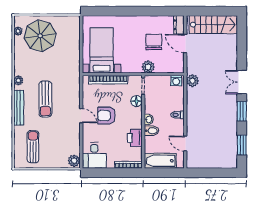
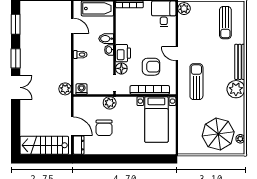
plant: (18, 80) -> (236, 89), width x1.87, depth x1.87
sun lounger: (45, 99) -> (196, 82), moved
armchair: (106, 116) -> (151, 67), moved
printer: (135, 138) -> (123, 53), moved

